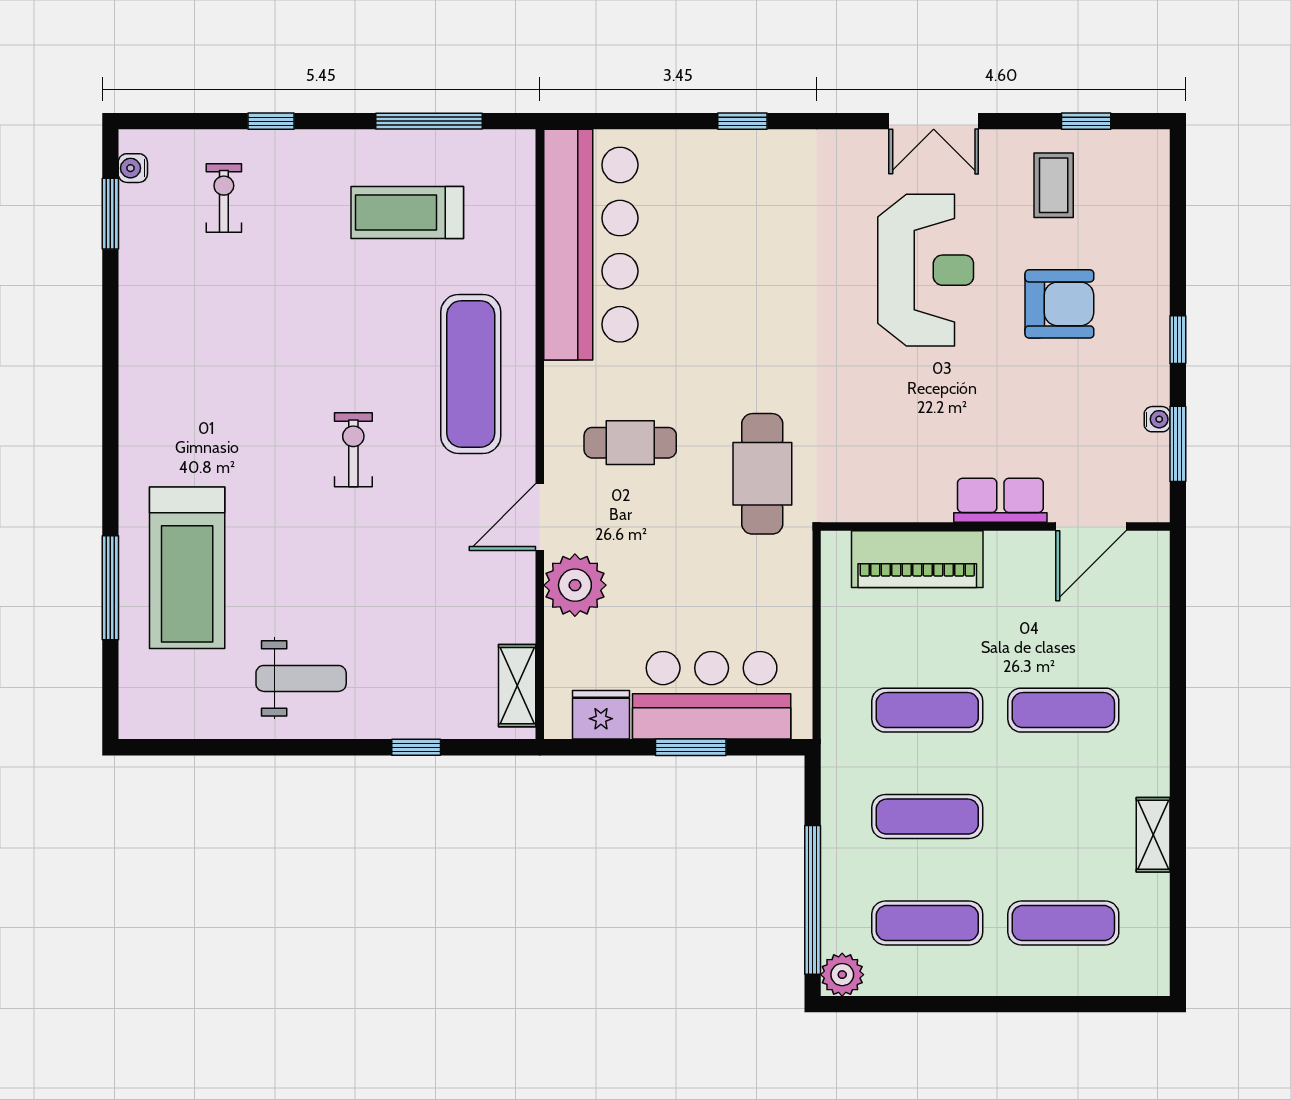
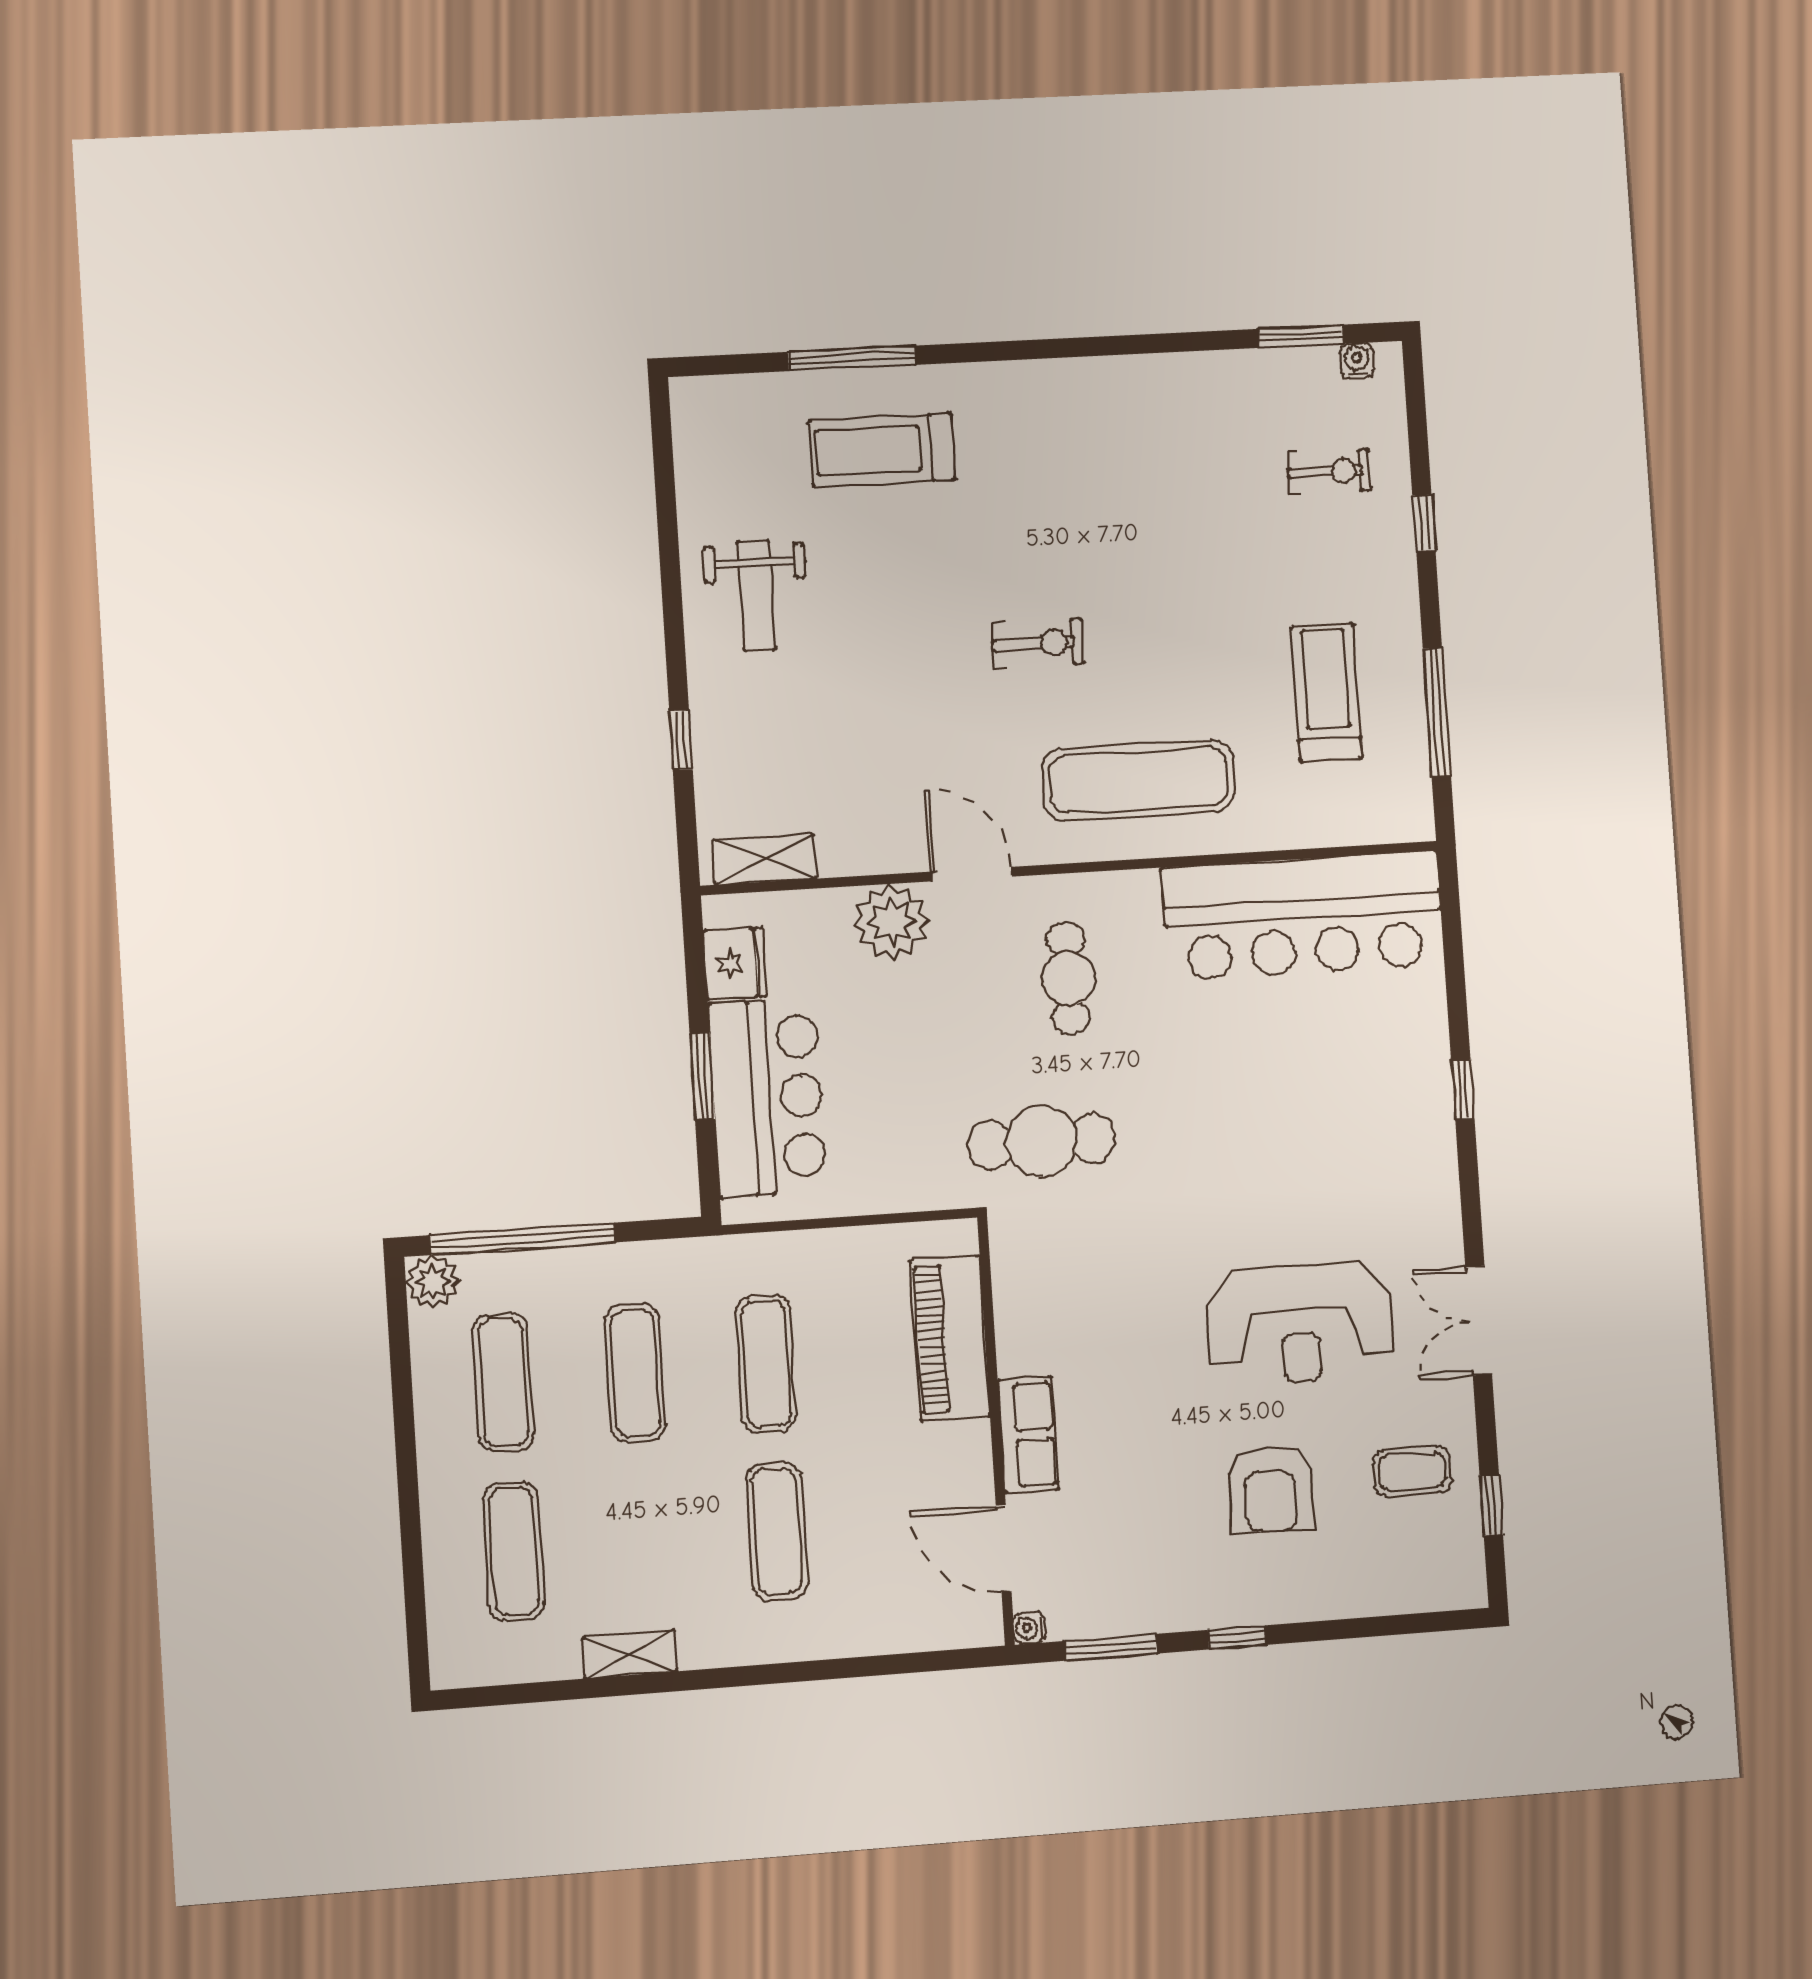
water cooler: (1157, 419) -> (1029, 1628), moved, turned 90
treadmill: (187, 568) -> (882, 450), width x0.73, depth x0.73

